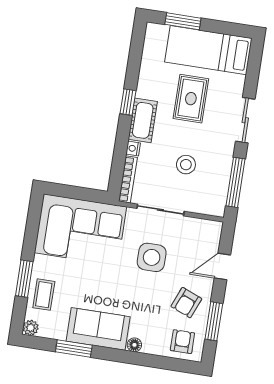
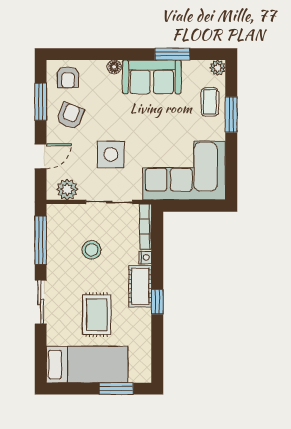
plant: (201, 229) -> (67, 189), added

